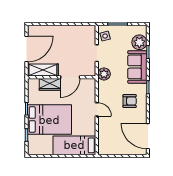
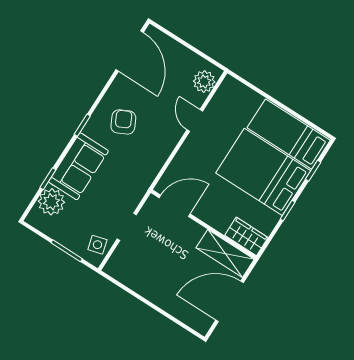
plant: (104, 74) -> (204, 82), moved
door: (70, 77) -> (175, 206), moved
wardrobe: (50, 84) -> (246, 236), moved
armchair: (130, 101) -> (123, 122), turned 64
door: (97, 109) -> (195, 120), moved
bed: (74, 145) -> (289, 134), moved, turned 180

